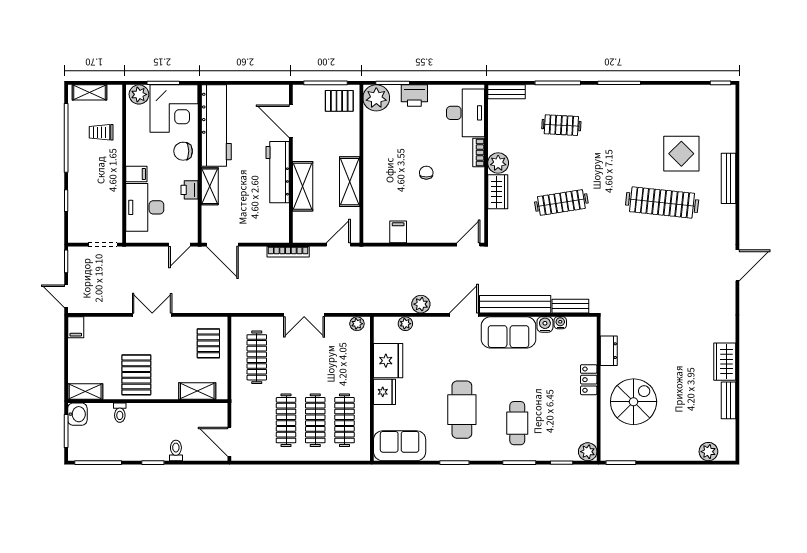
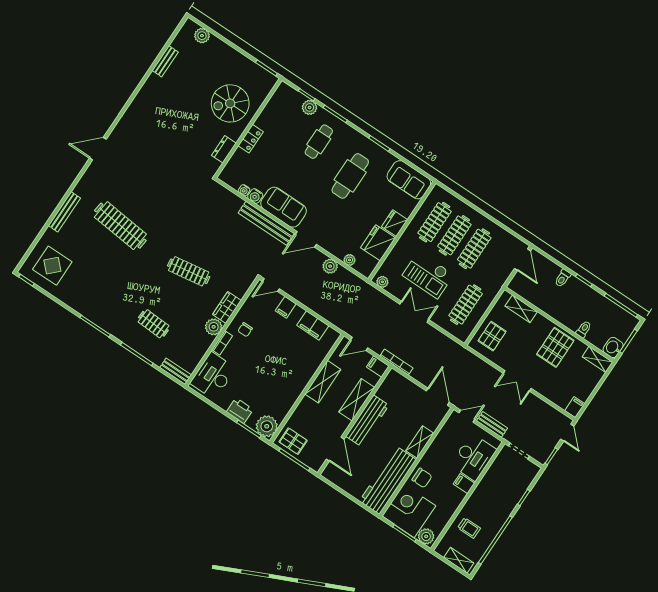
display table: (681, 154) -> (52, 266), moved
chair: (426, 173) -> (245, 330), moved
printer: (189, 190) -> (435, 449), removed
filing cabinet: (398, 232) -> (313, 325), width x2.00
filing cabinet: (438, 232) -> (286, 307), added
filing cabinet: (304, 234) -> (378, 367), added
bench: (570, 306) -> (492, 424), moved
checkout: (315, 362) -> (428, 275), added
wardrobe: (725, 362) -> (150, 89), removed
plant: (588, 452) -> (310, 107), moved

